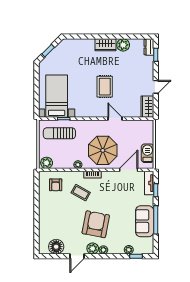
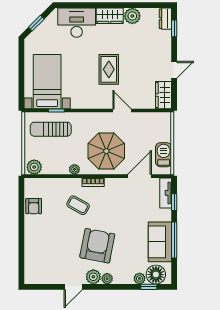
desk: (80, 50) -> (77, 23), added
armchair: (56, 185) -> (34, 206), moved
floor lamp: (56, 247) -> (156, 274), moved

